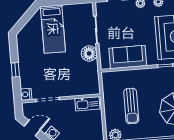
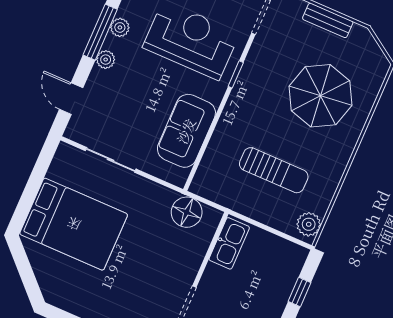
bed: (53, 29) -> (74, 224), width x1.50
floor lamp: (89, 53) -> (187, 212), moved

